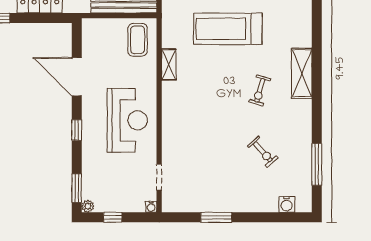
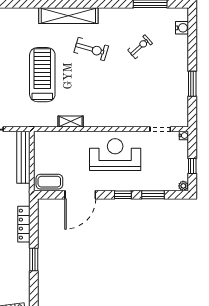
treadmill: (228, 29) -> (42, 75), turned 180
coffee table: (138, 40) -> (49, 182), moved
shelving: (302, 73) -> (68, 16), width x1.47
exercise bike: (260, 90) -> (91, 49), width x1.38, depth x1.39
window: (77, 188) -> (153, 195), moved

